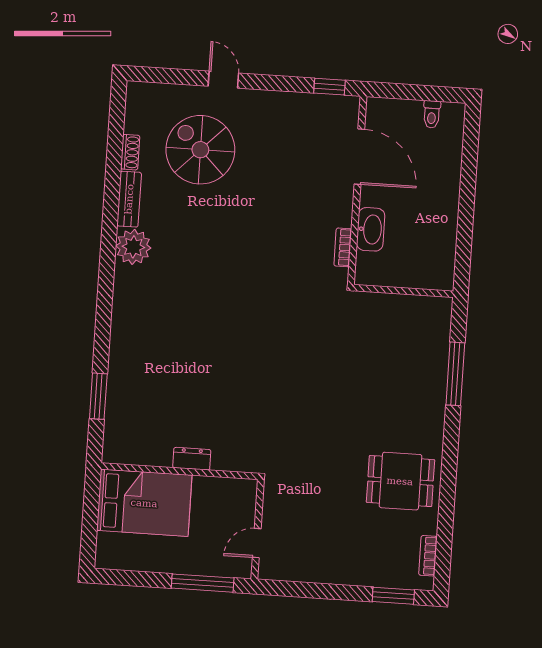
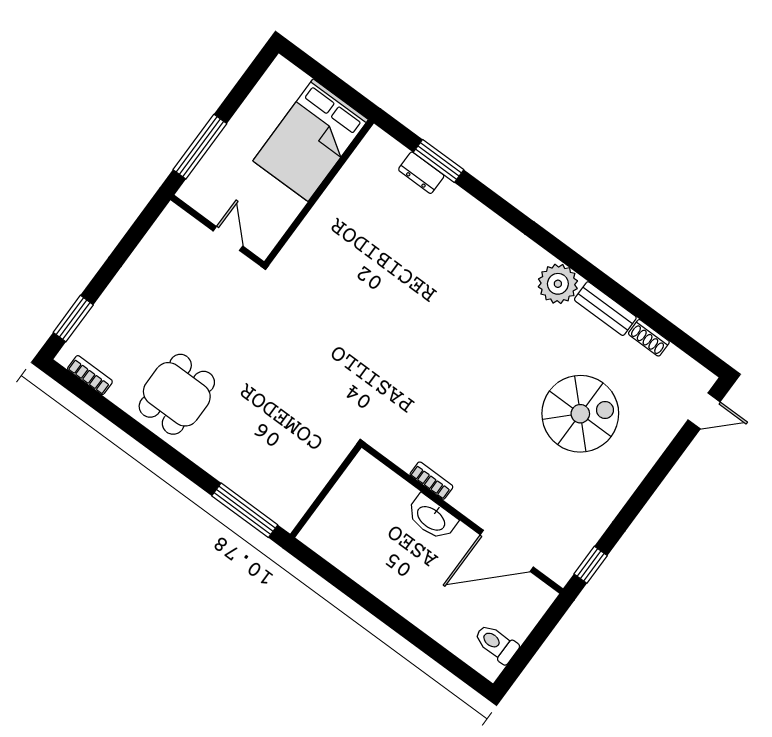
door: (223, 80) -> (704, 411), moved
toilet: (432, 114) -> (496, 644), width x1.37, depth x1.39
spiral stairs: (200, 150) -> (580, 414), moved
wall: (403, 291) -> (326, 491), moved
dresser: (192, 459) -> (421, 173), moved, turned 90
door: (257, 543) -> (228, 239), moved

